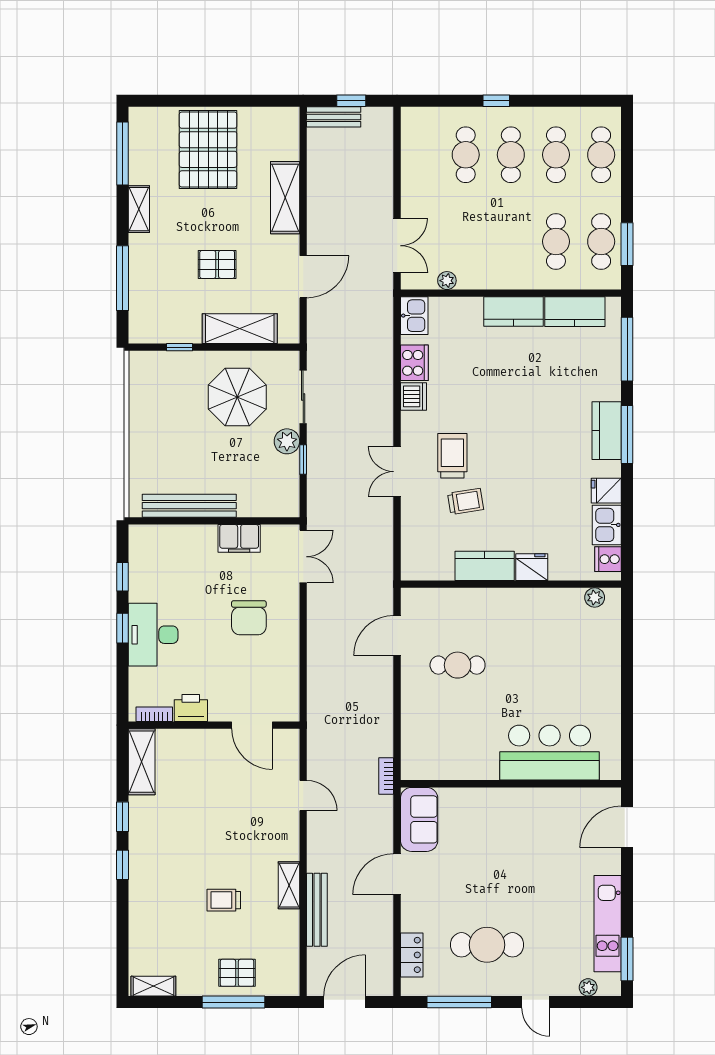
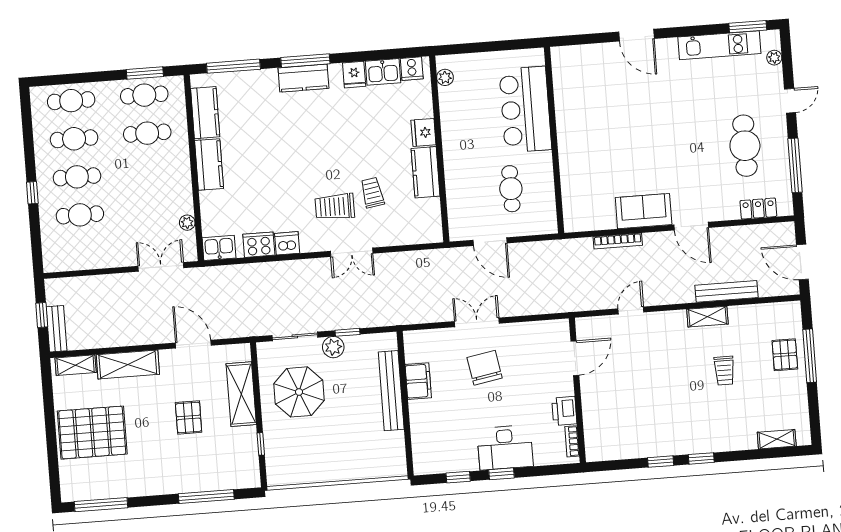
shelving: (139, 209) -> (76, 365), moved
bench: (189, 506) -> (391, 391), moved
double door: (303, 557) -> (477, 322), moved
chair: (249, 618) -> (485, 368), turned -100
bar counter: (550, 753) -> (525, 109), moved
shelving: (142, 762) -> (613, 449), removed
bookcase: (386, 776) -> (618, 241), width x1.56
wall: (511, 784) -> (554, 140), moved
shelving: (153, 986) -> (777, 439), moved, turned 90

